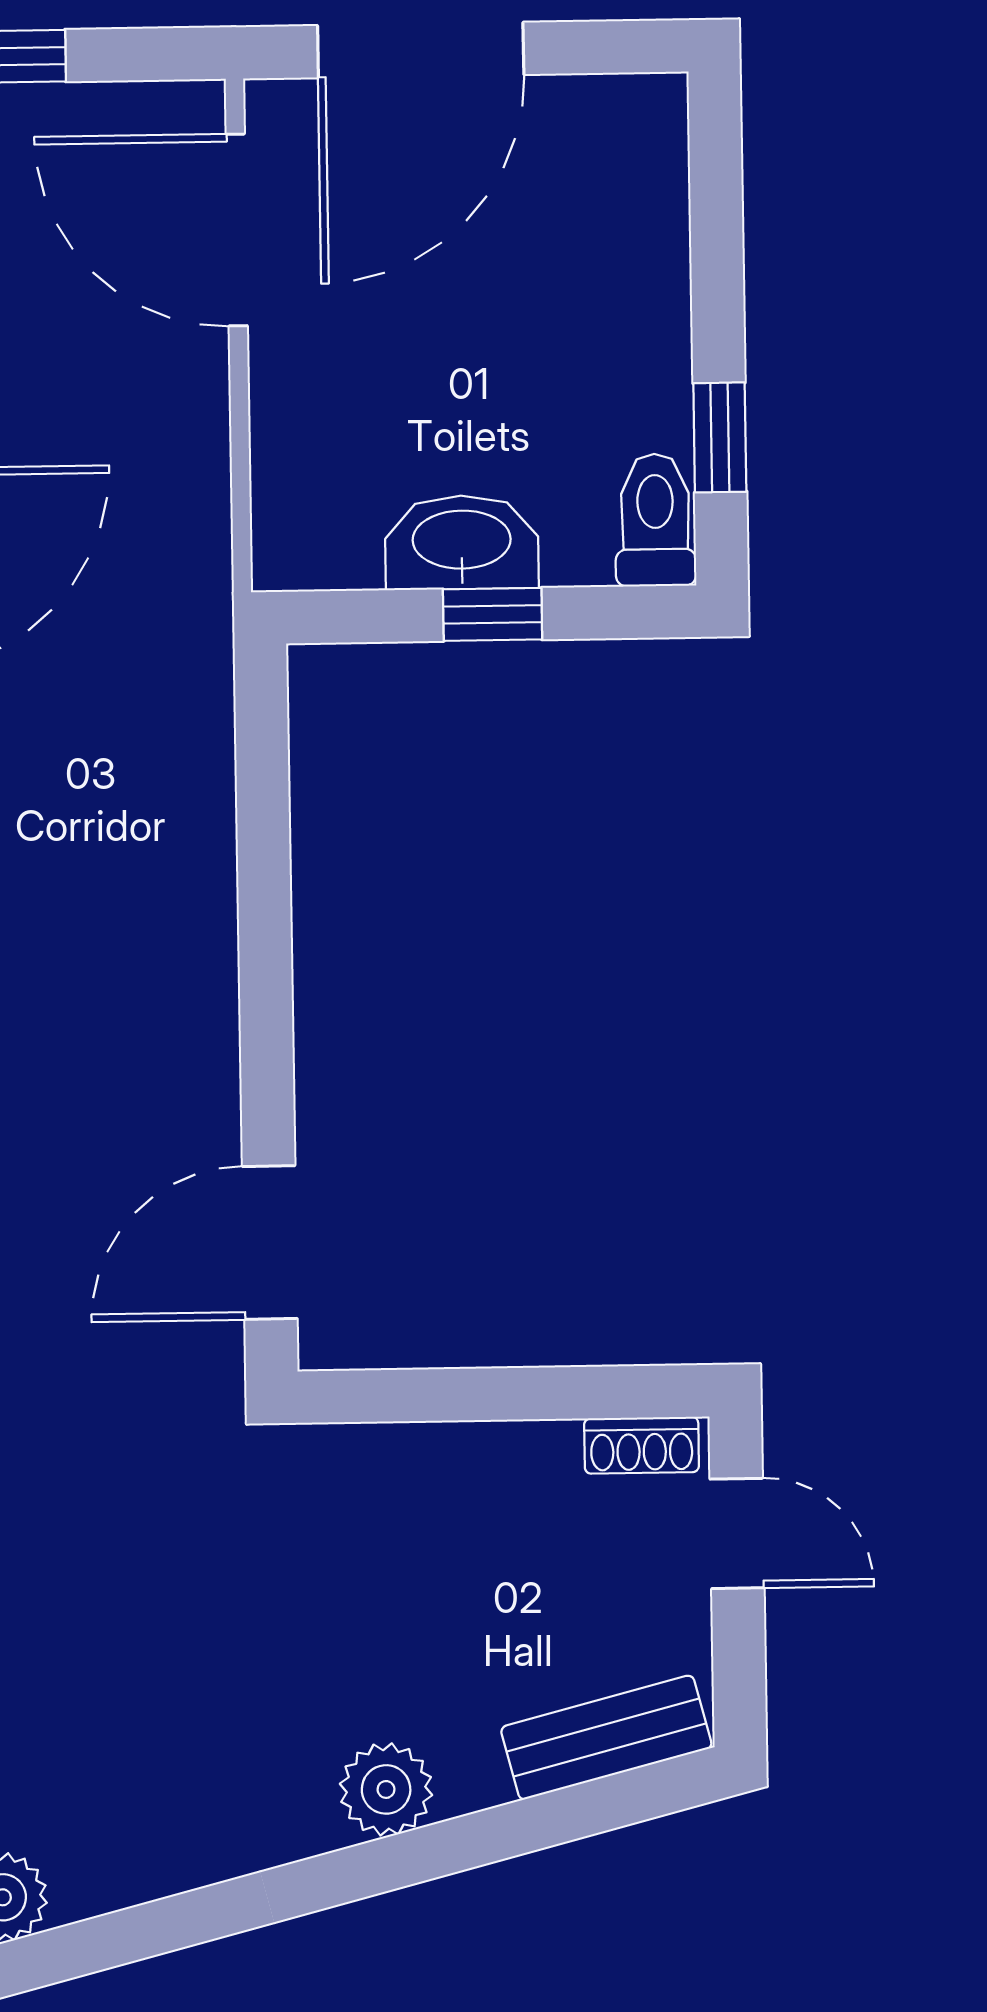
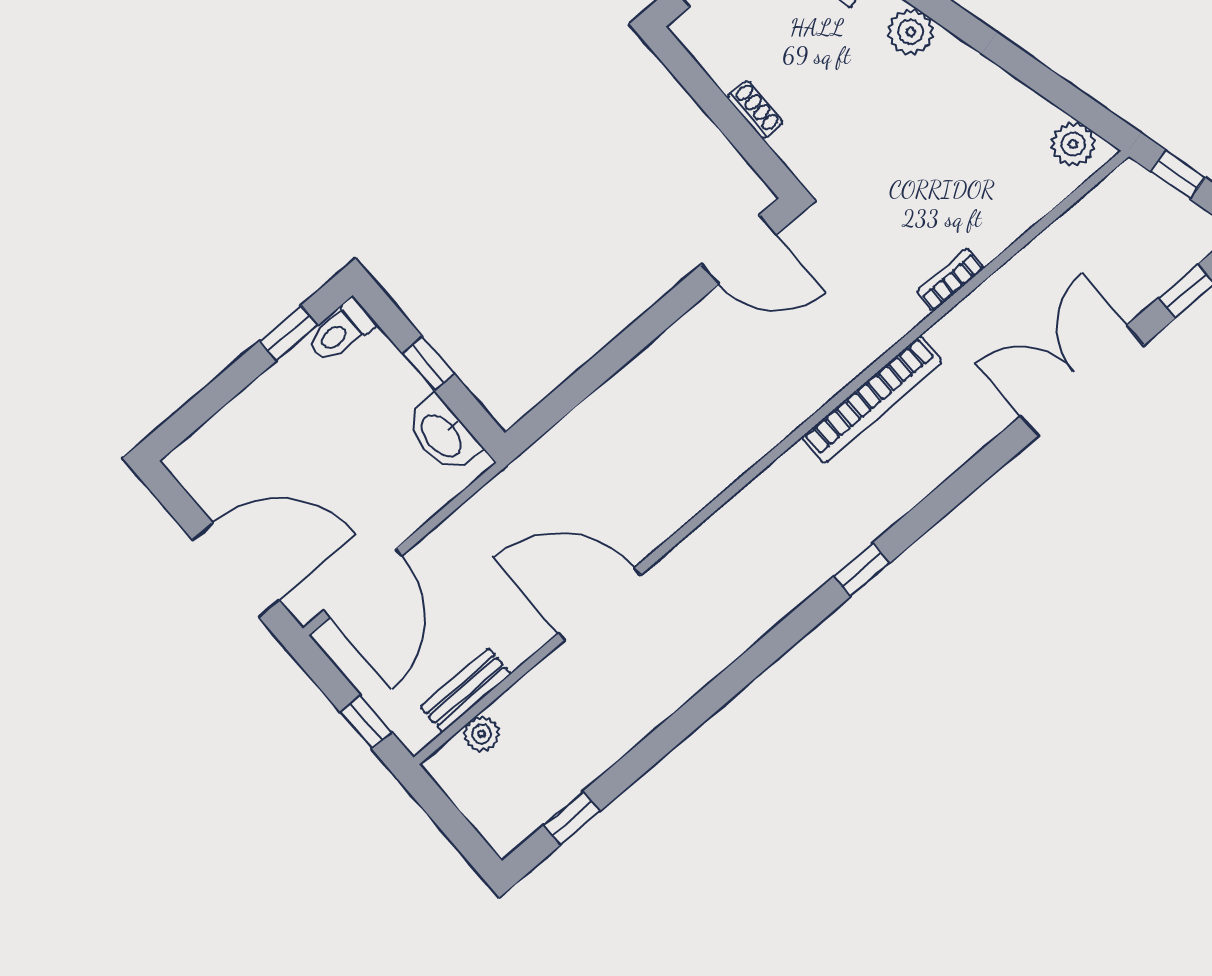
washbasin: (462, 542) -> (442, 435), moved
shoe rack: (642, 1445) -> (755, 110), moved

